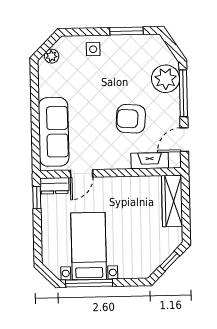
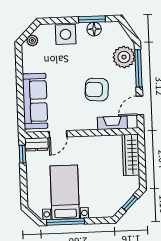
floor lamp: (129, 43) -> (94, 29), added
side table: (93, 49) -> (66, 34), width x1.87, depth x1.87

